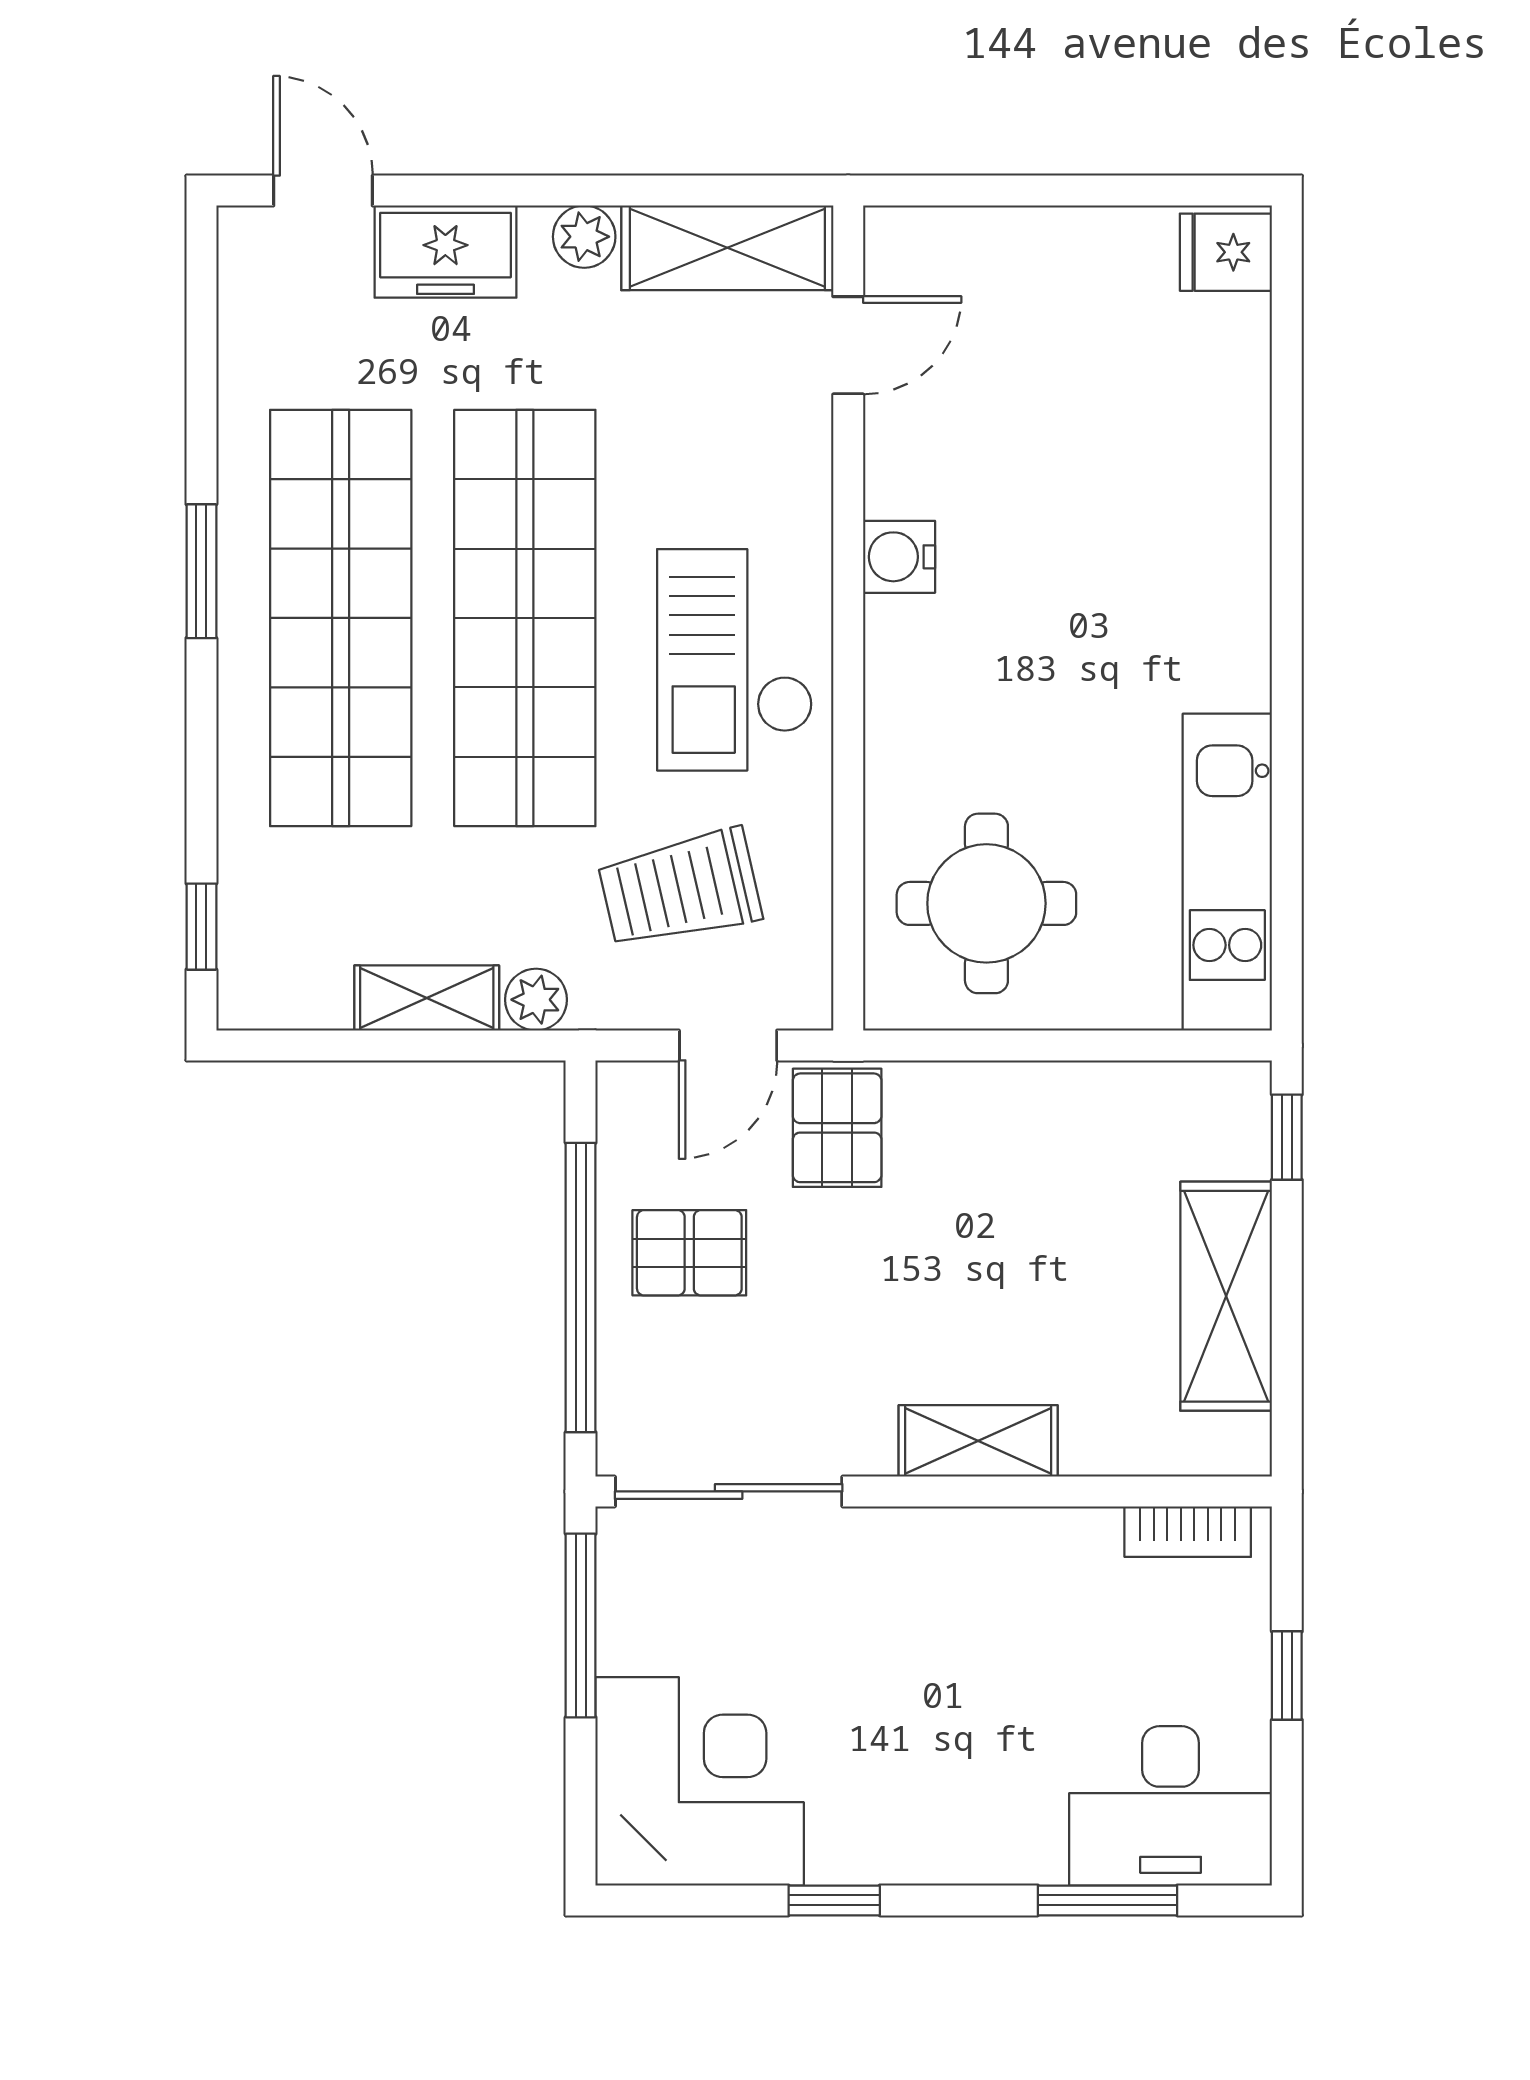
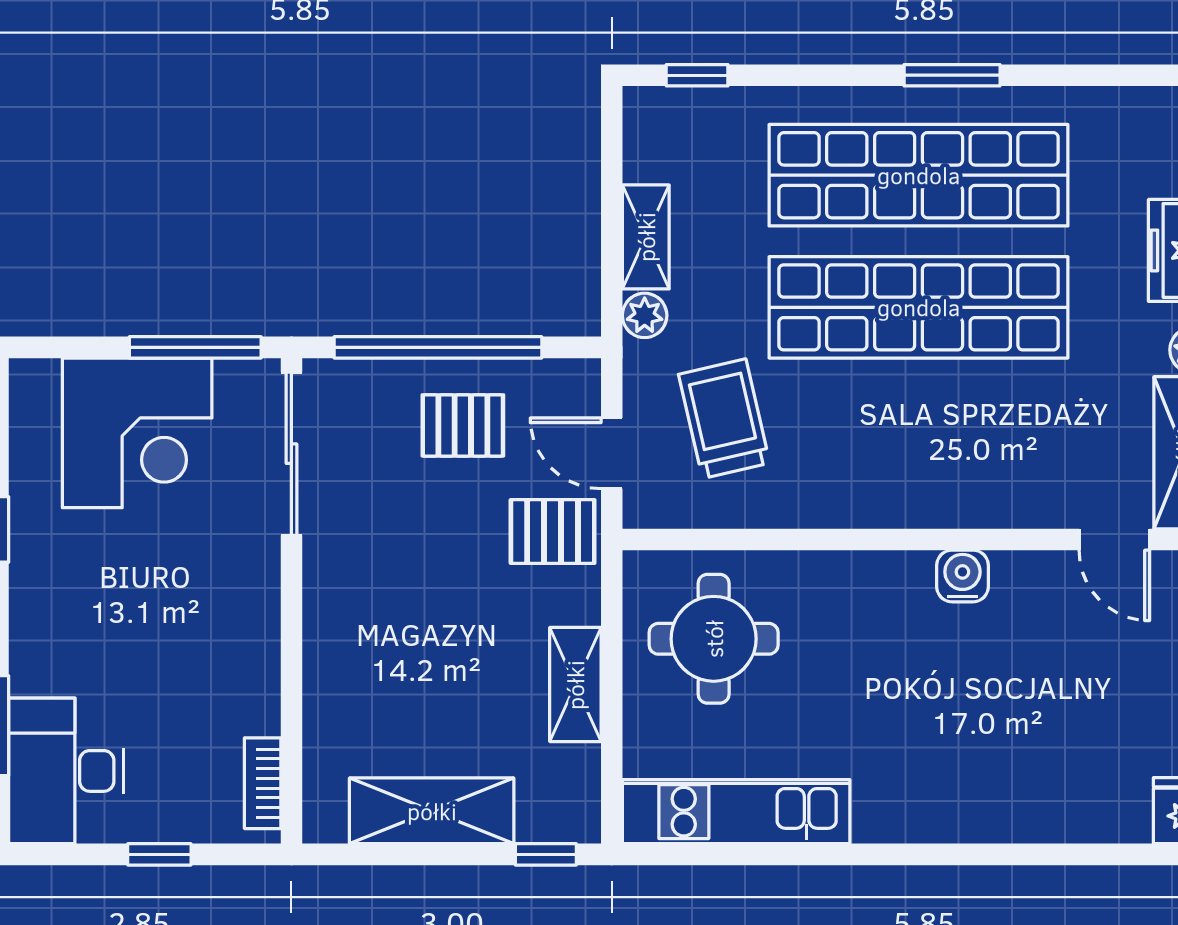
checkout: (735, 660) -> (889, 458), removed
pallet: (689, 1253) -> (463, 425), turned 90
shelving: (978, 1441) -> (575, 685), moved
corner desk: (700, 1781) -> (137, 433), moved

